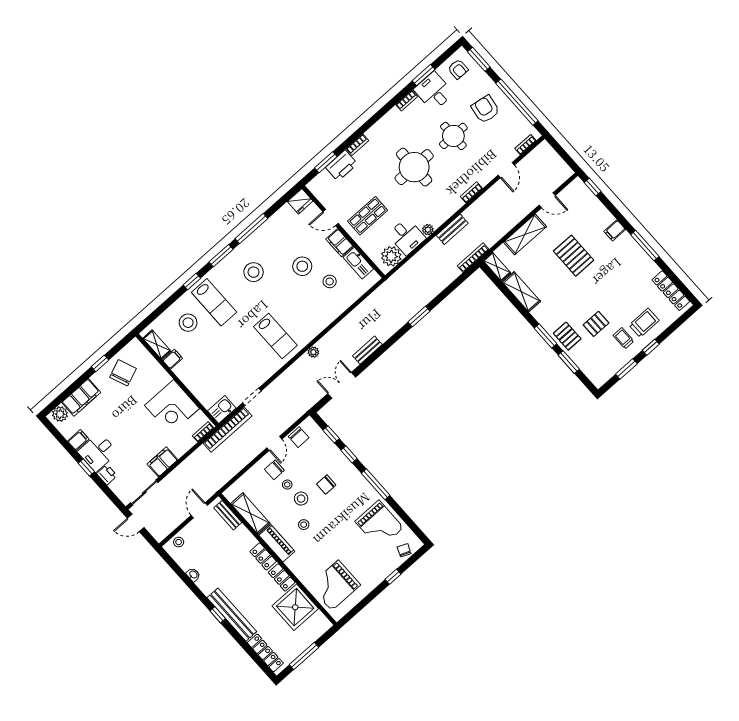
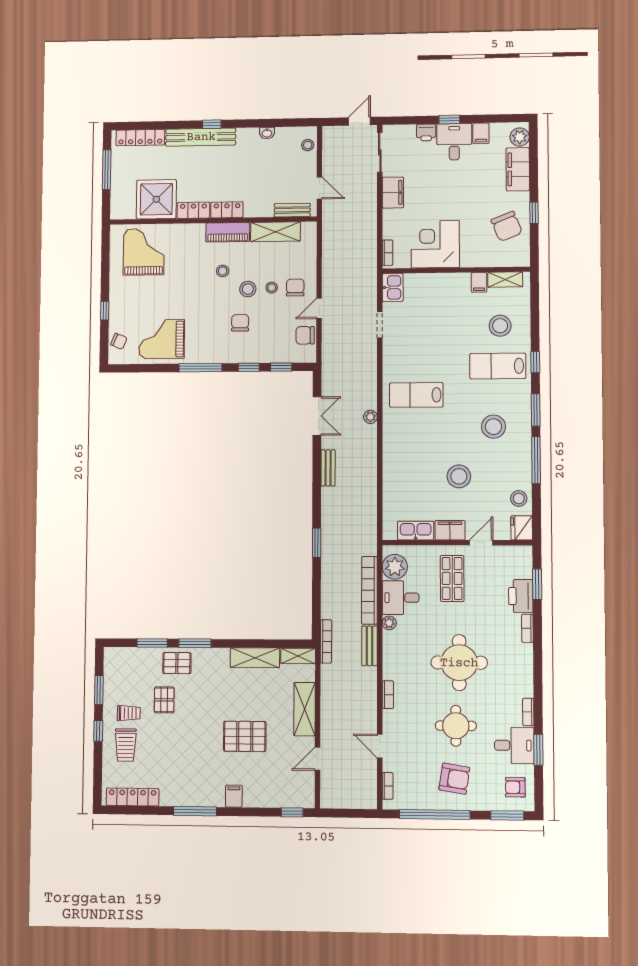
stool: (330, 281) -> (519, 498), moved
bookcase: (228, 430) -> (369, 590), moved
door: (274, 443) -> (319, 308), hinge flipped

